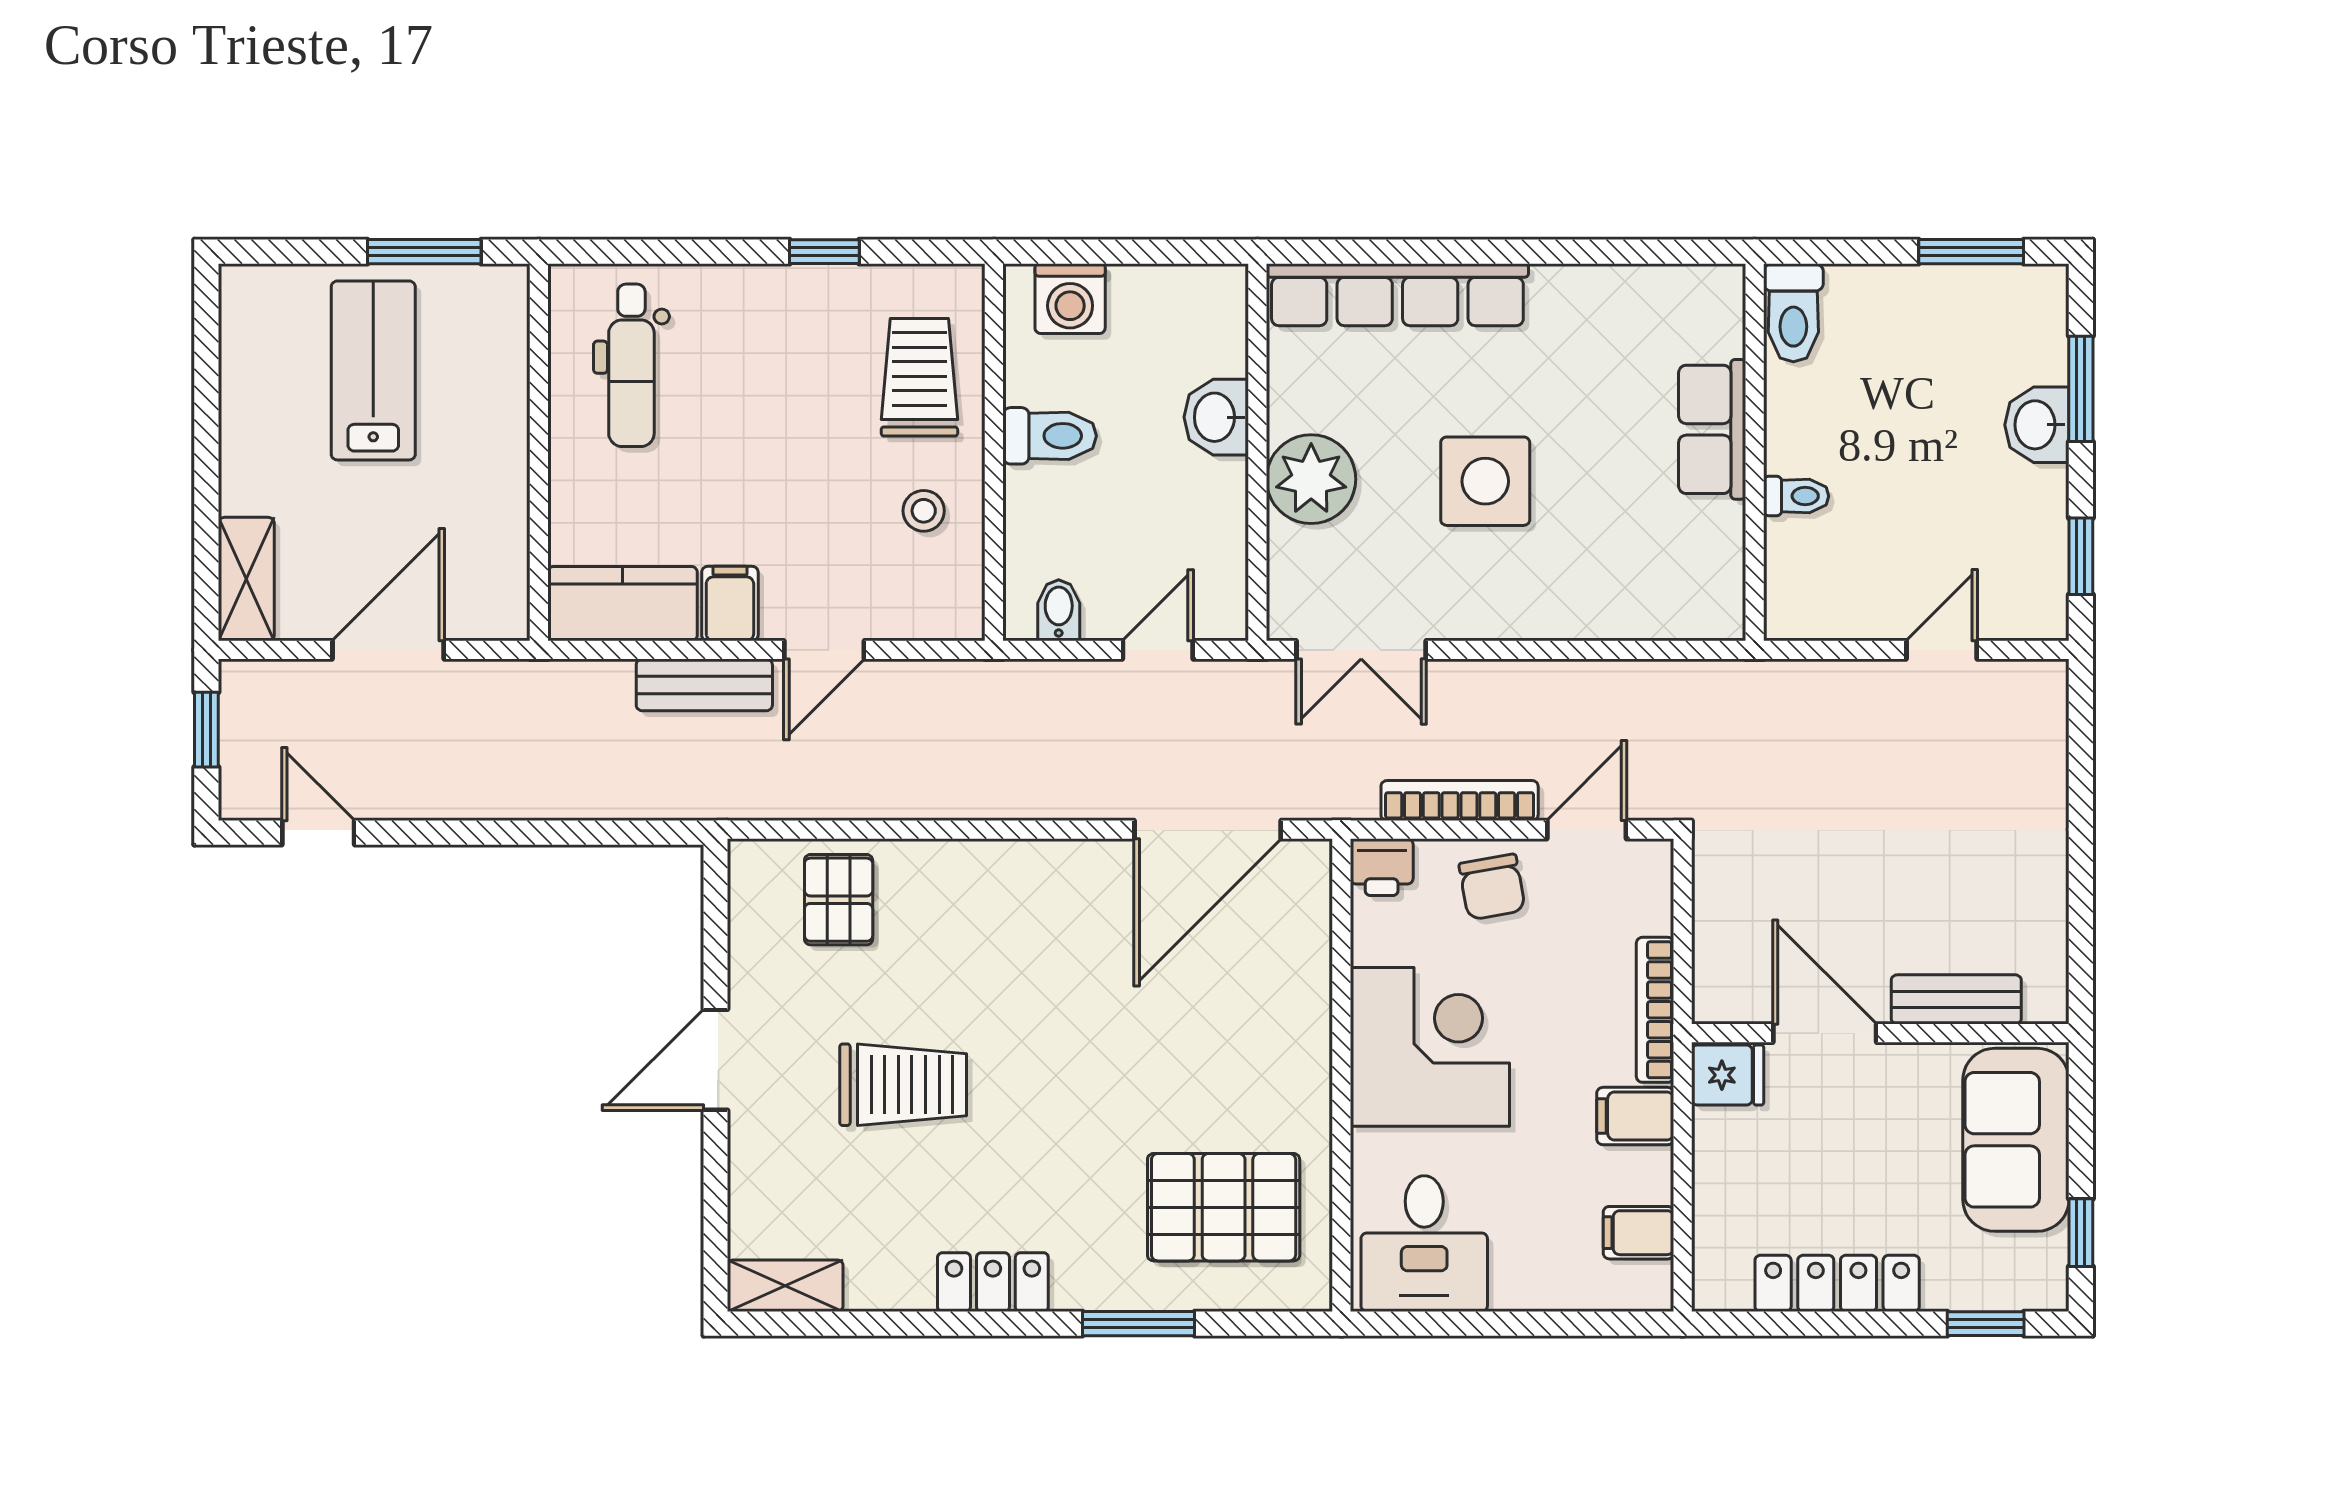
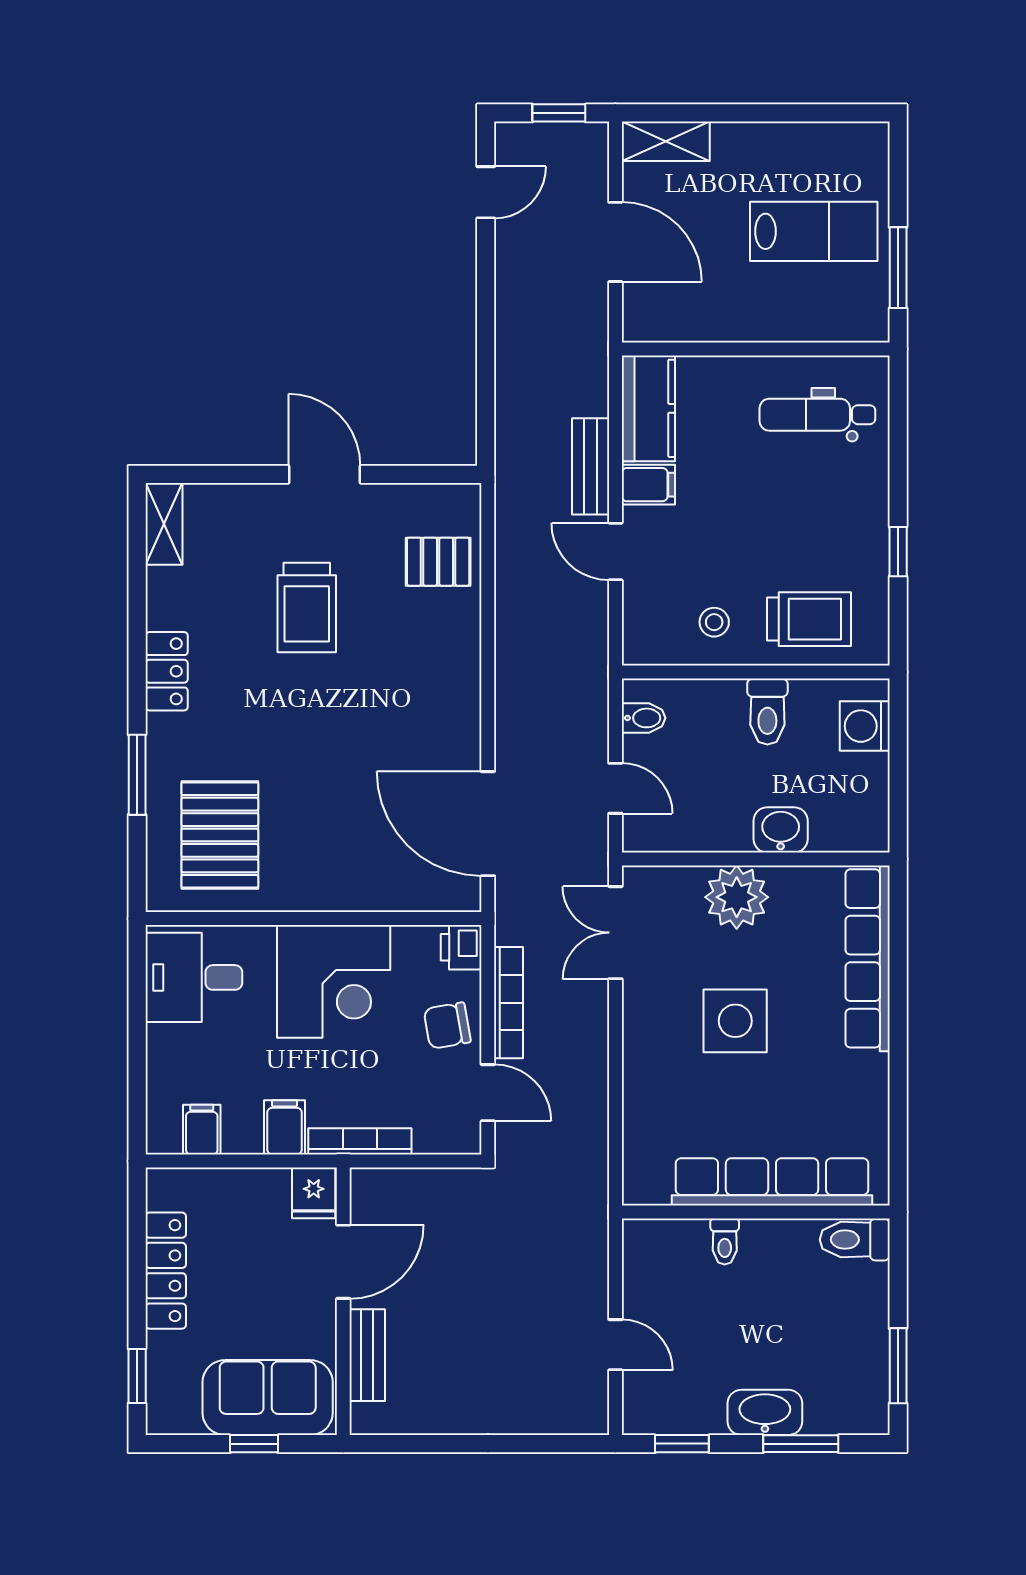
washbasin: (2037, 425) -> (765, 1412), width x1.38
row of seats: (1712, 429) -> (772, 1182), width x2.02
window: (2081, 1233) -> (254, 1444), moved

